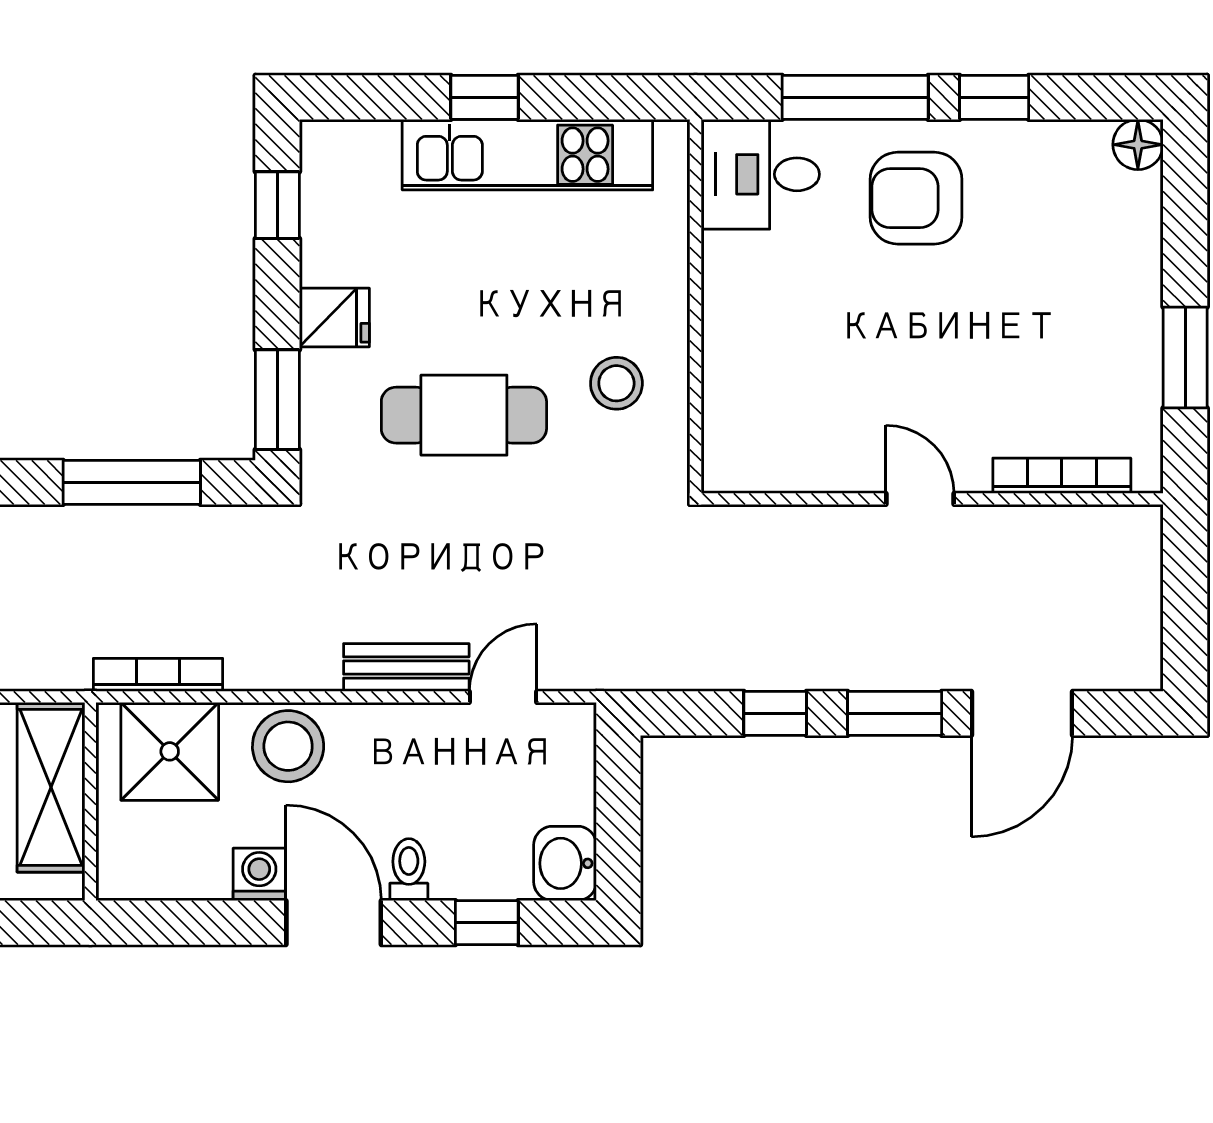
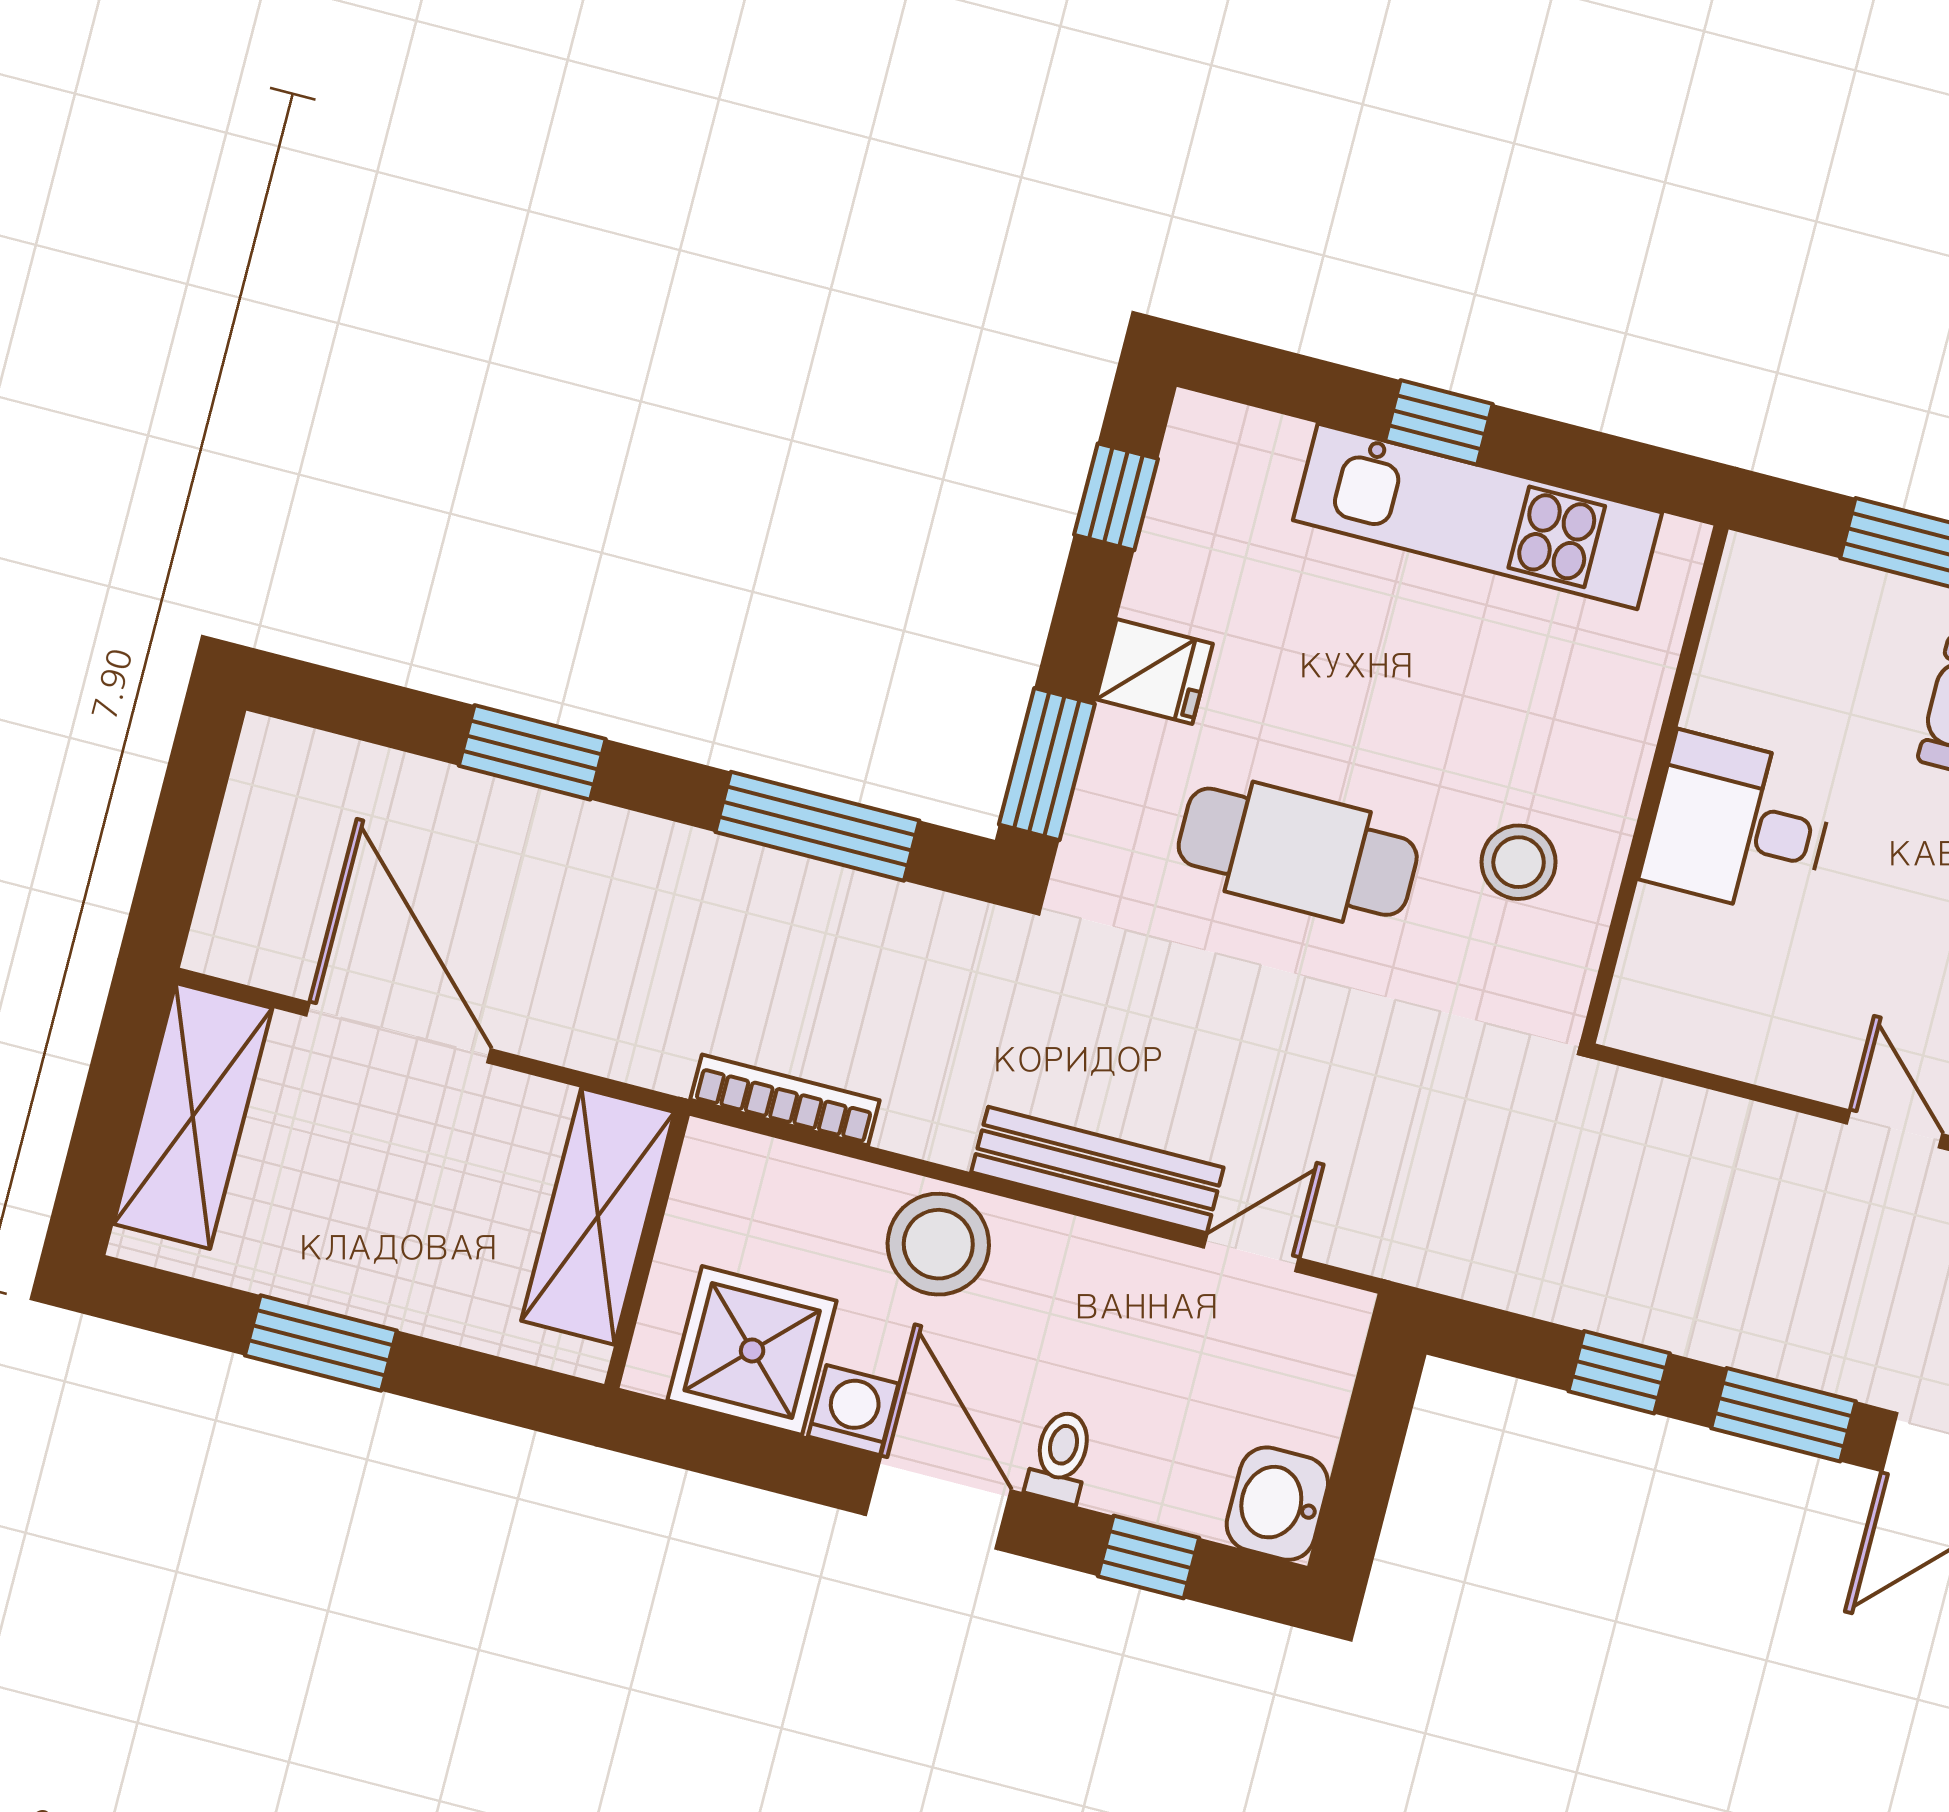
desk: (760, 174) -> (1739, 825), moved
bench: (406, 667) -> (1097, 1170), width x1.36
shower: (170, 751) -> (752, 1350), moved

